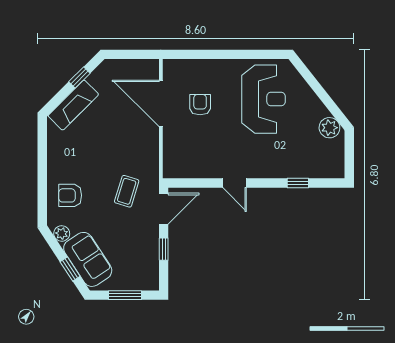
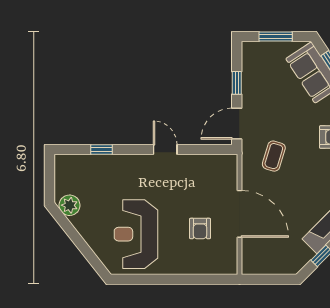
door: (161, 103) -> (239, 214), moved
coffee table: (127, 191) -> (274, 156), moved

